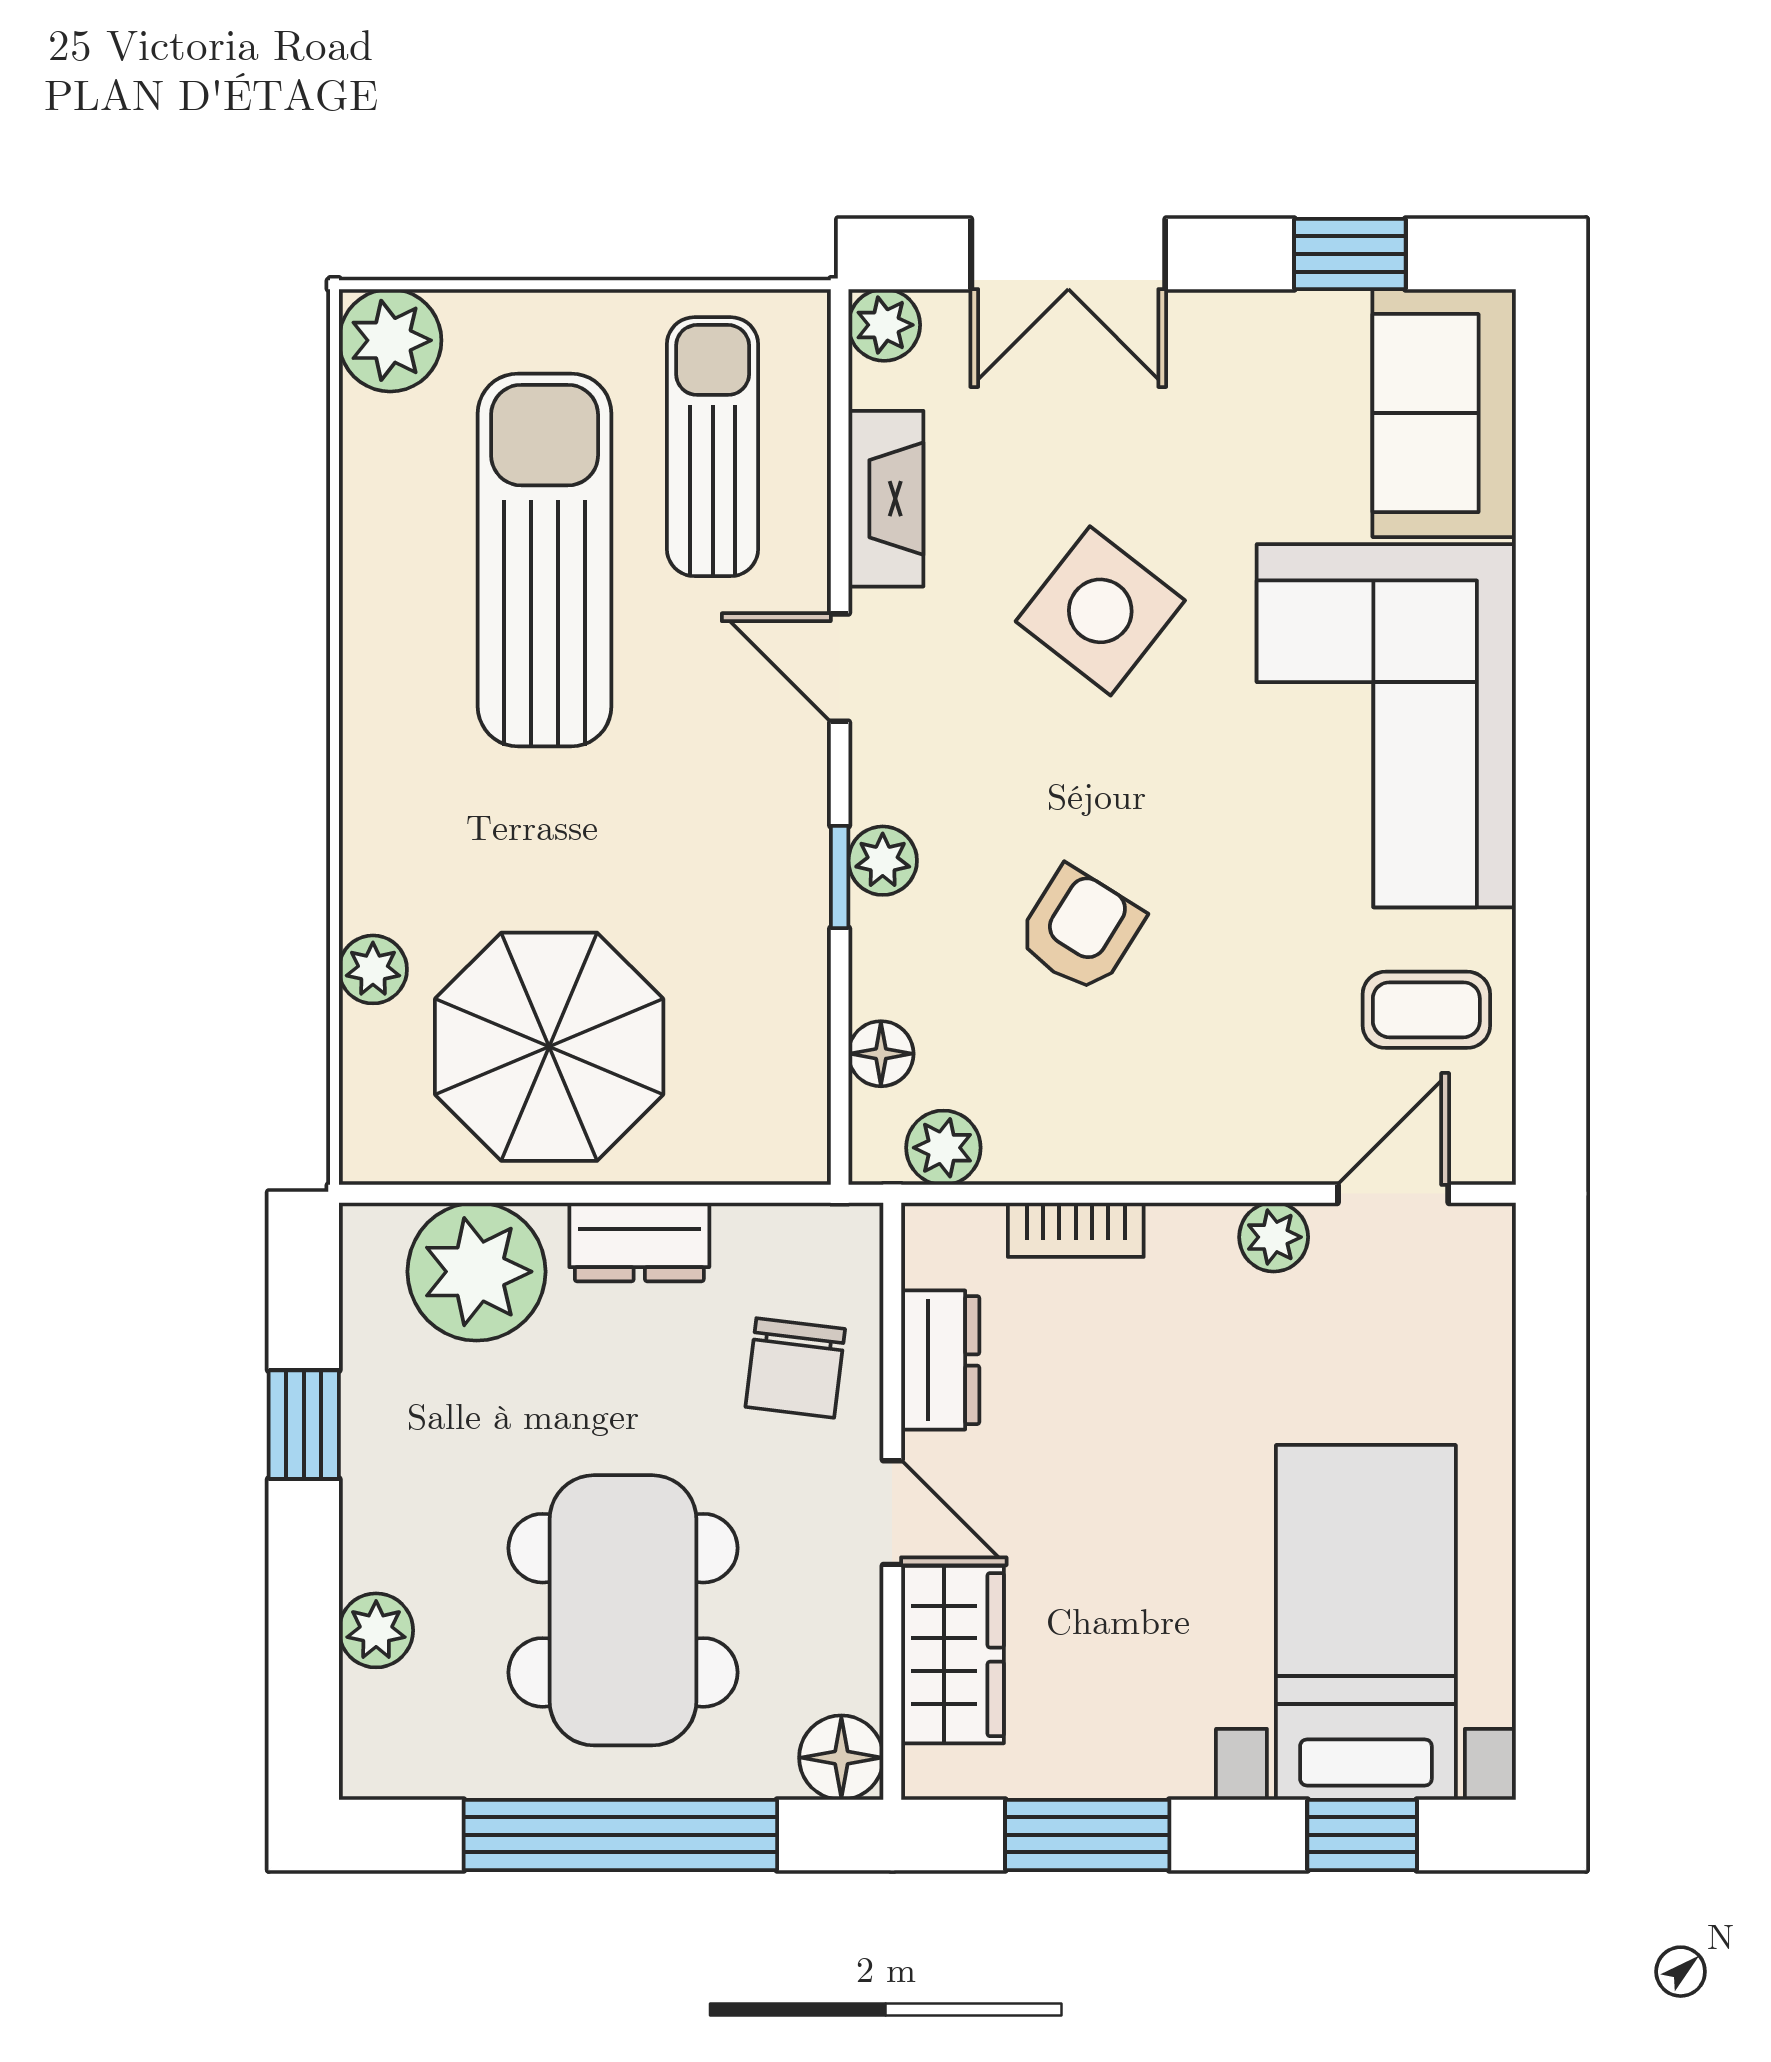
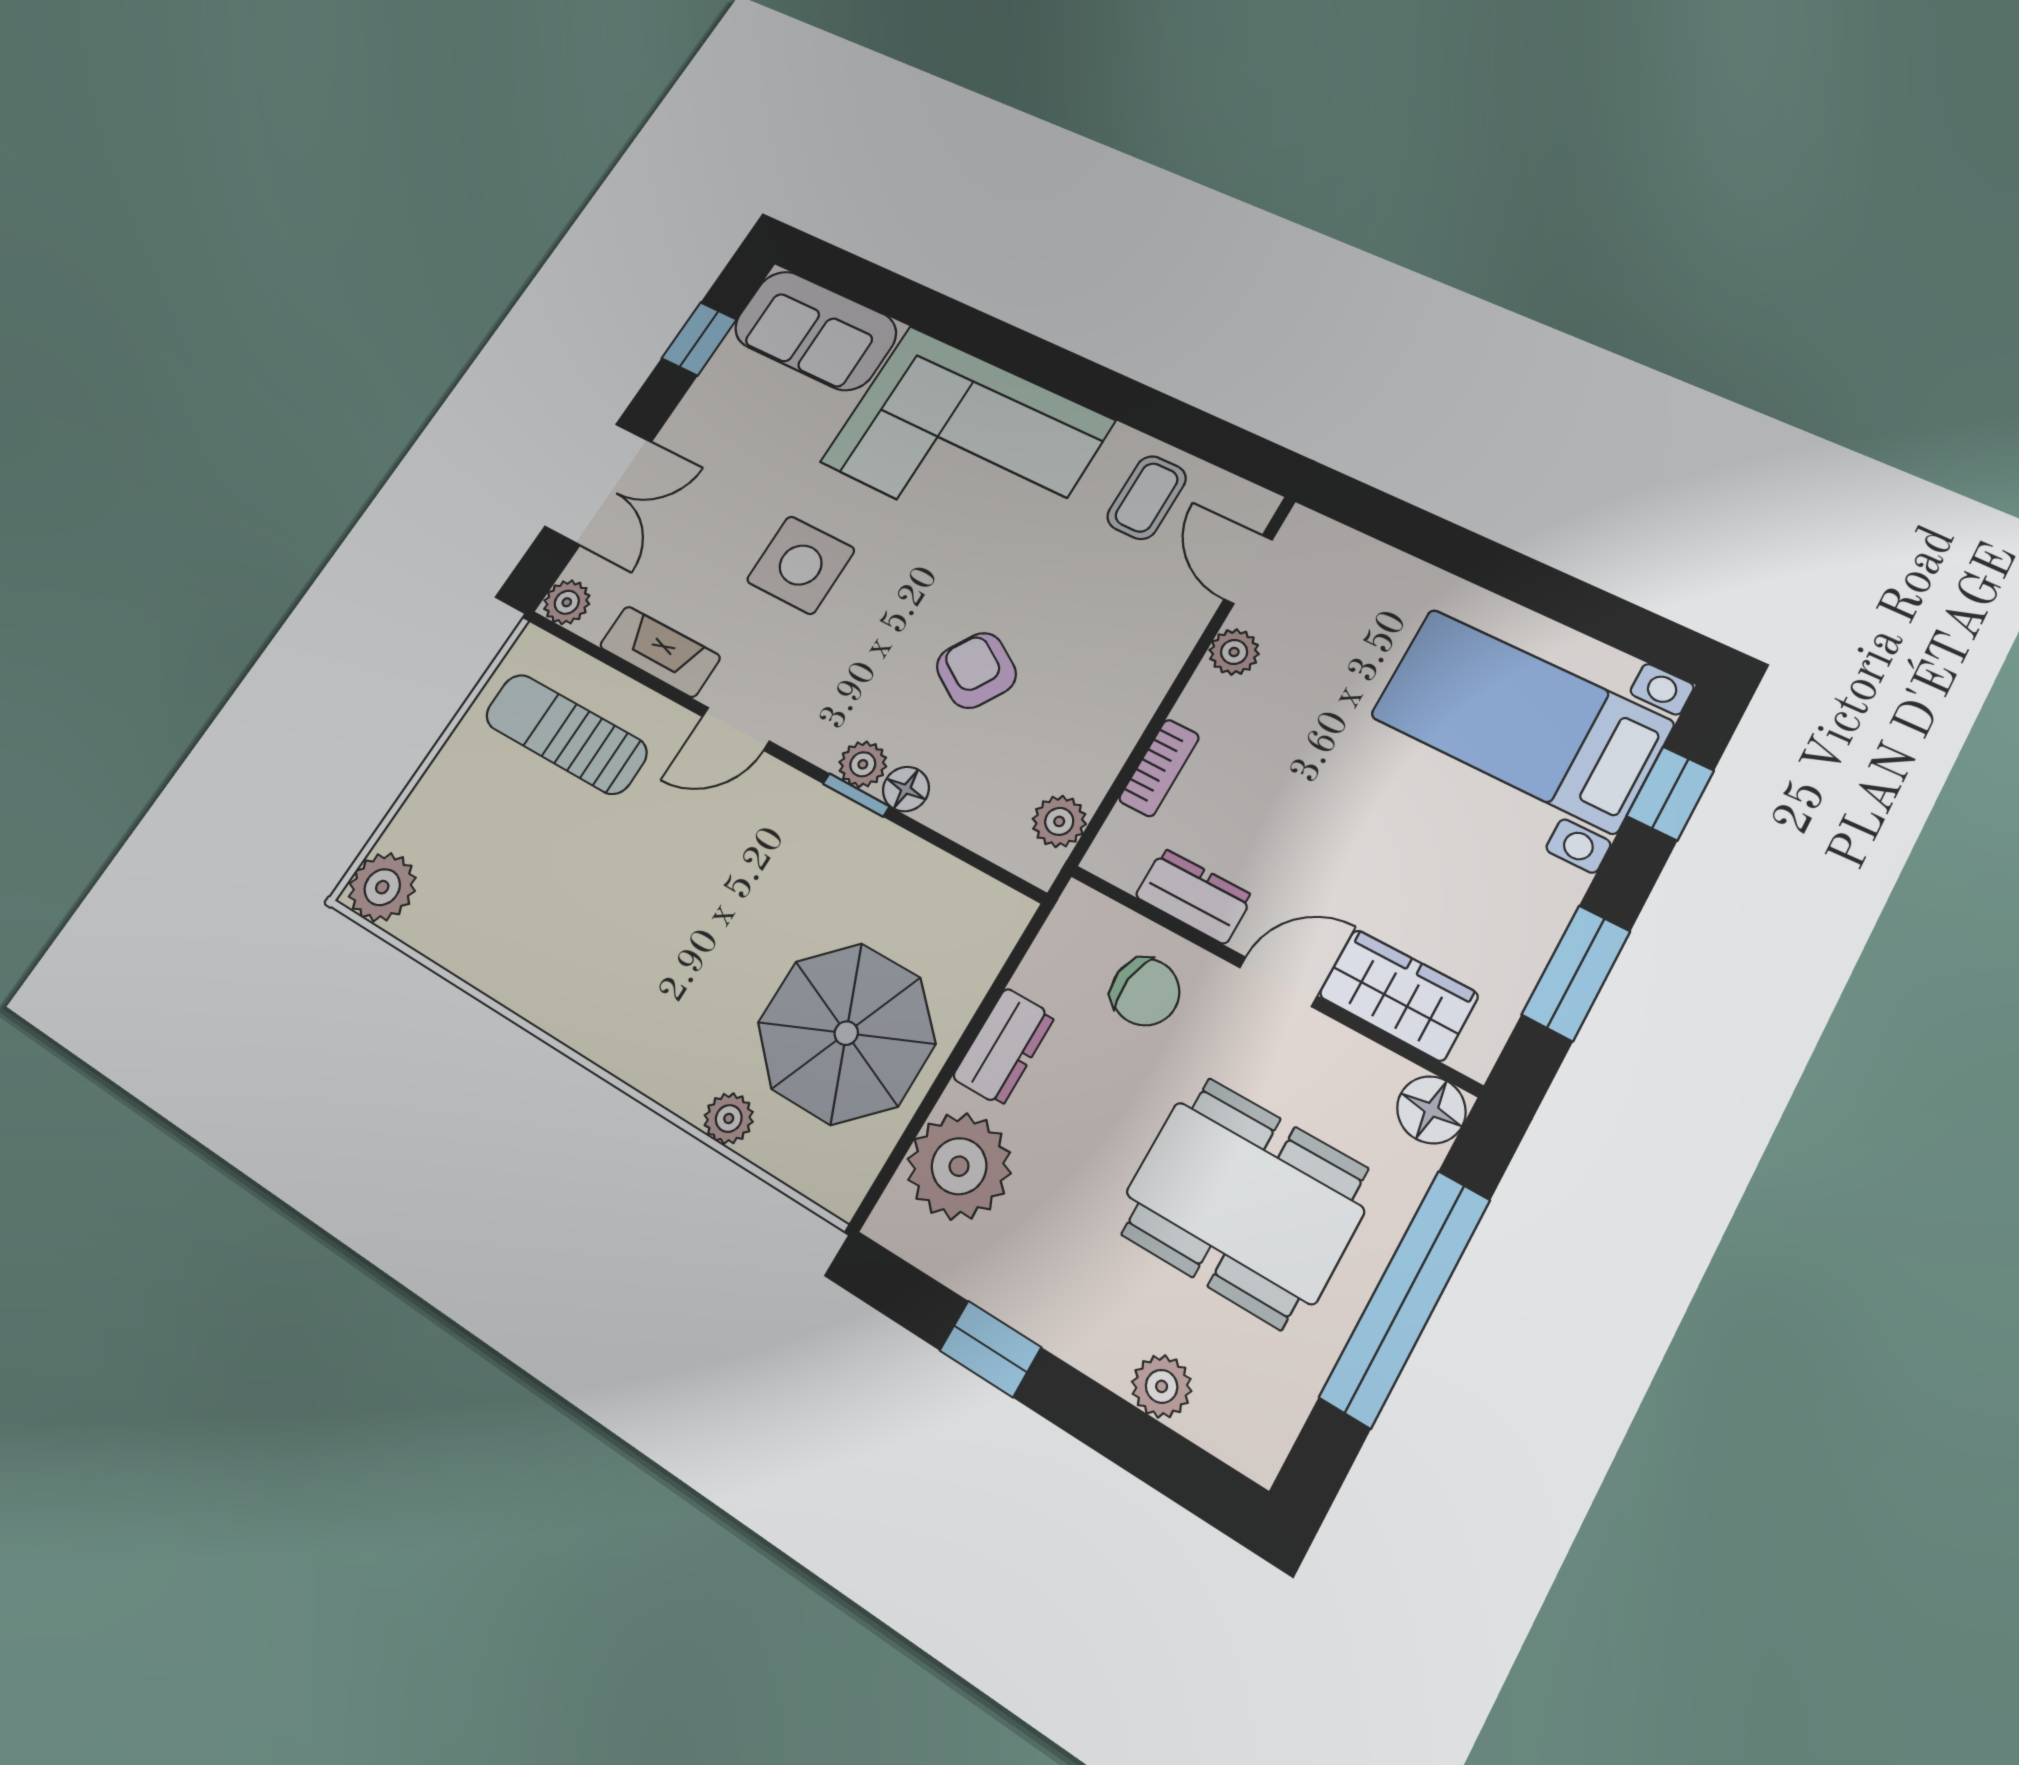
sun lounger: (545, 560) -> (562, 868), removed
side table: (1100, 611) -> (801, 565), turned -38
floor lamp: (881, 1054) -> (906, 789), moved

